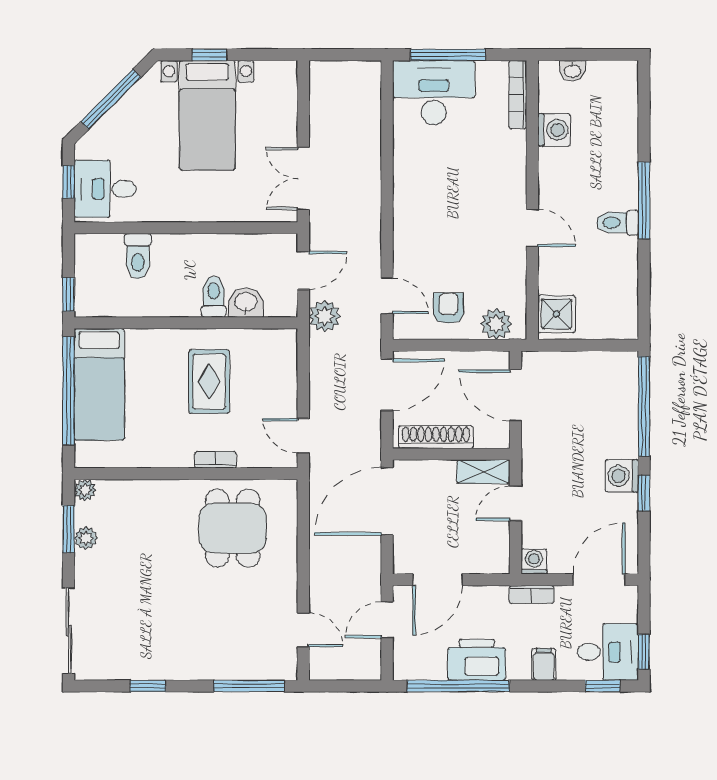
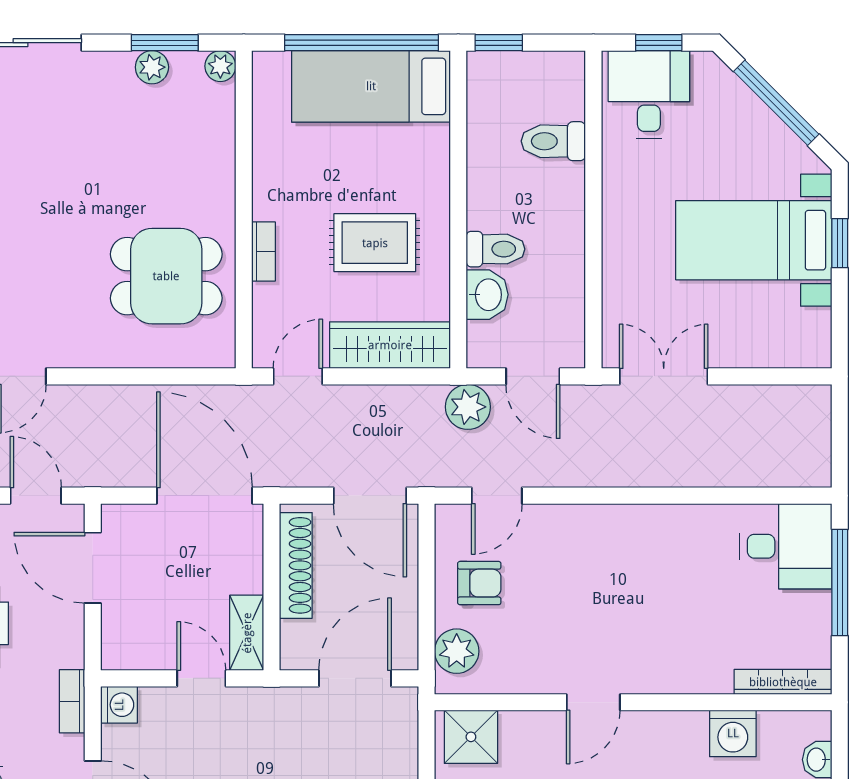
desk: (434, 93) -> (786, 546), width x0.73
wardrobe: (281, 371) -> (390, 345), added

